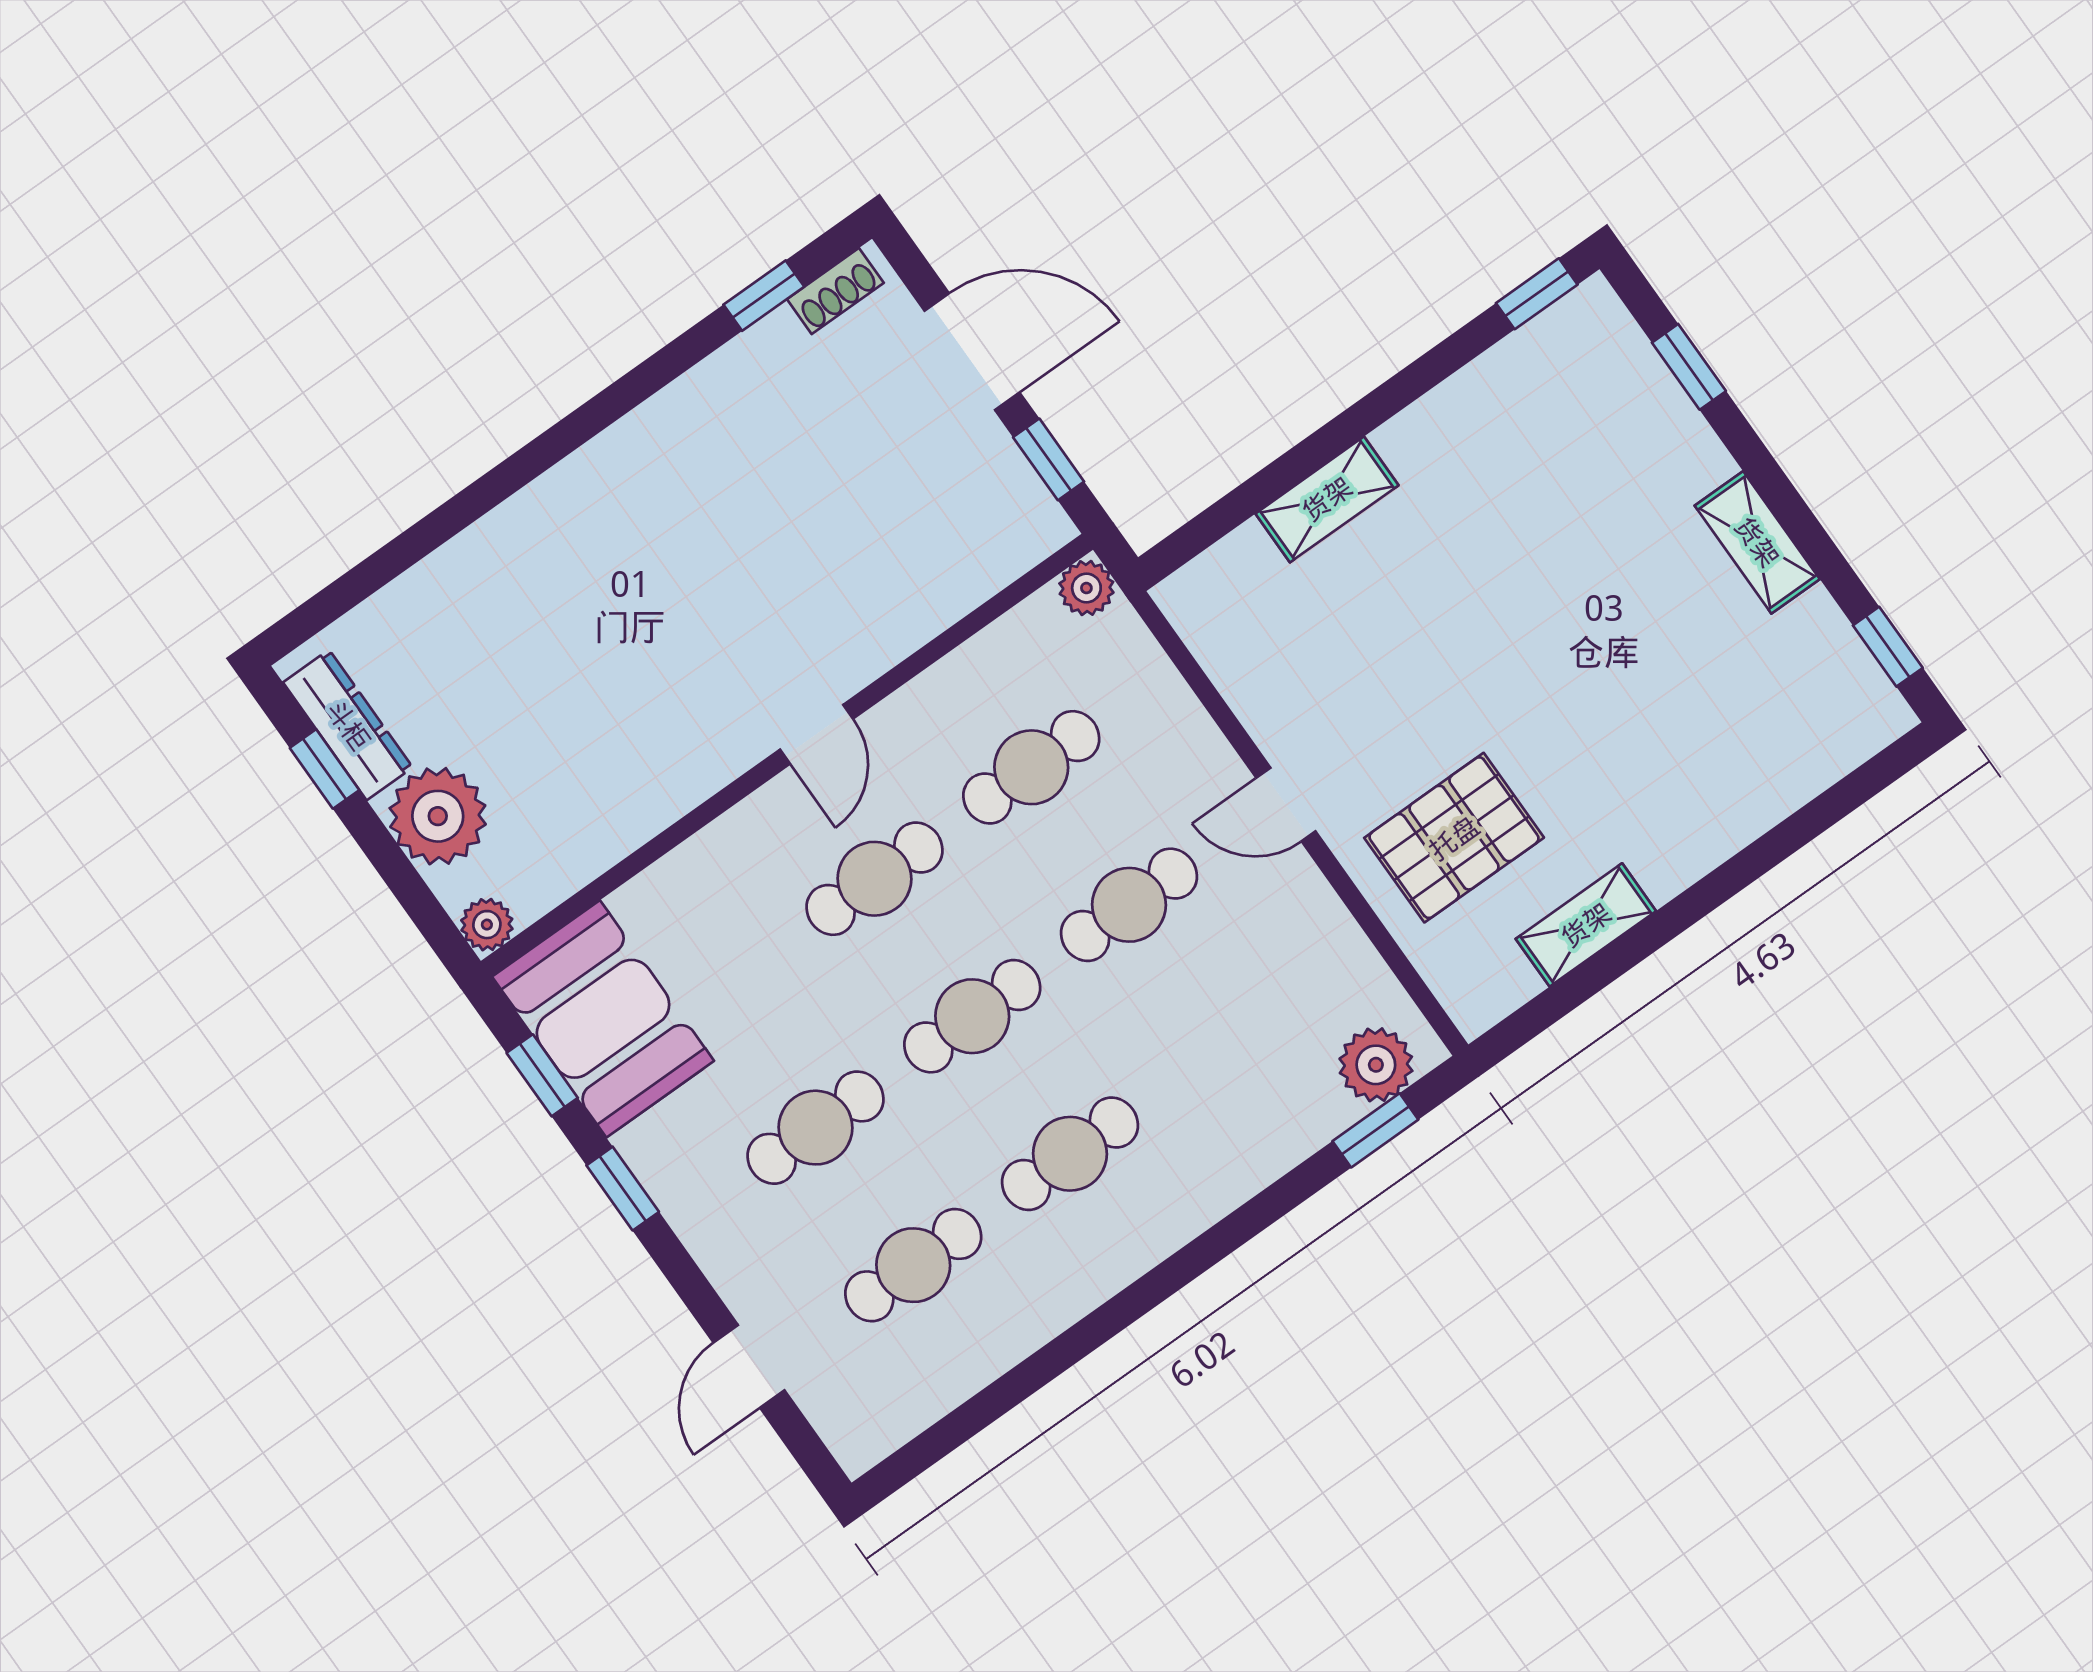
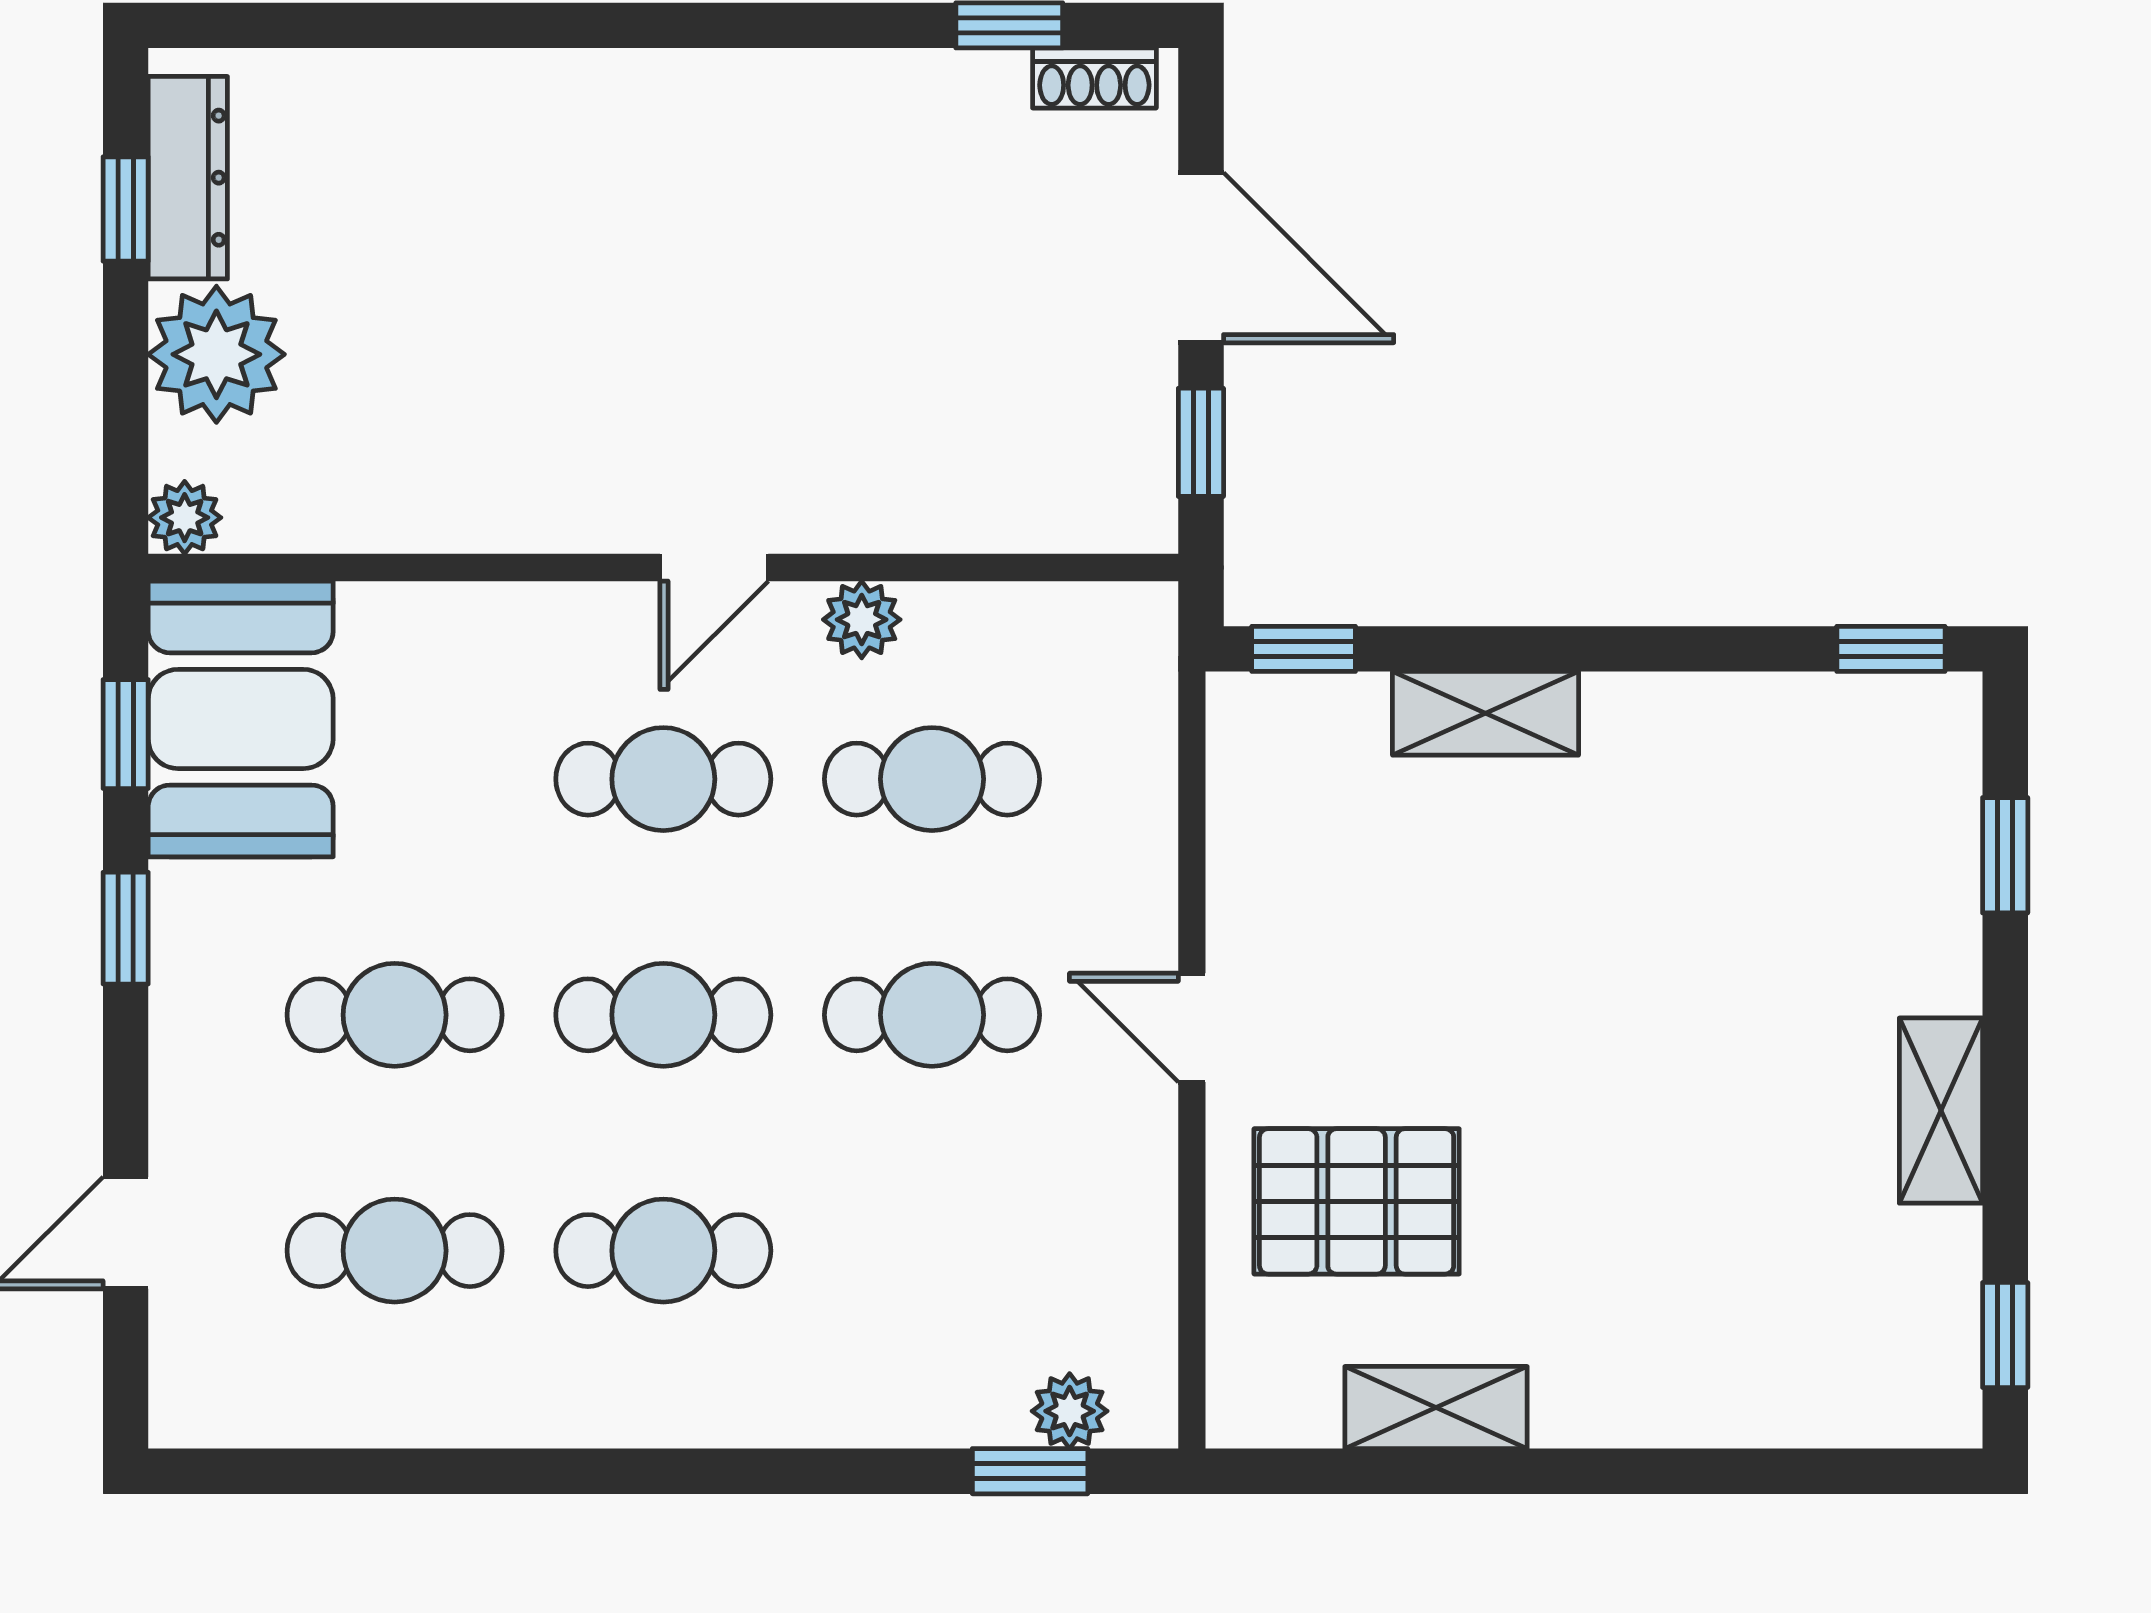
window: (1194, 537) -> (1304, 649), added
plant: (1086, 588) -> (862, 620), moved
plant: (1376, 1065) -> (1070, 1411), width x0.73, depth x0.73

